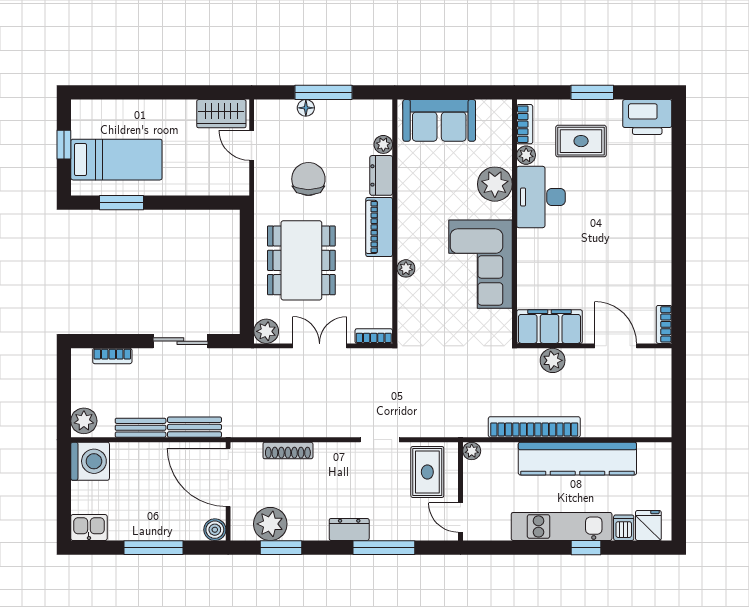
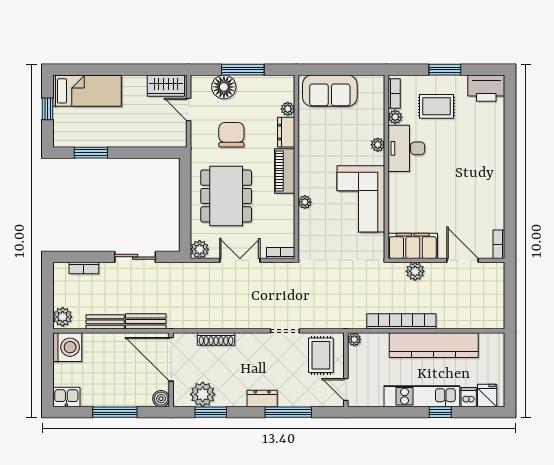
floor lamp: (306, 108) -> (224, 87), width x1.89, depth x1.89
bed: (116, 160) -> (87, 91), moved
plant: (495, 184) -> (378, 145), width x0.53, depth x0.53

